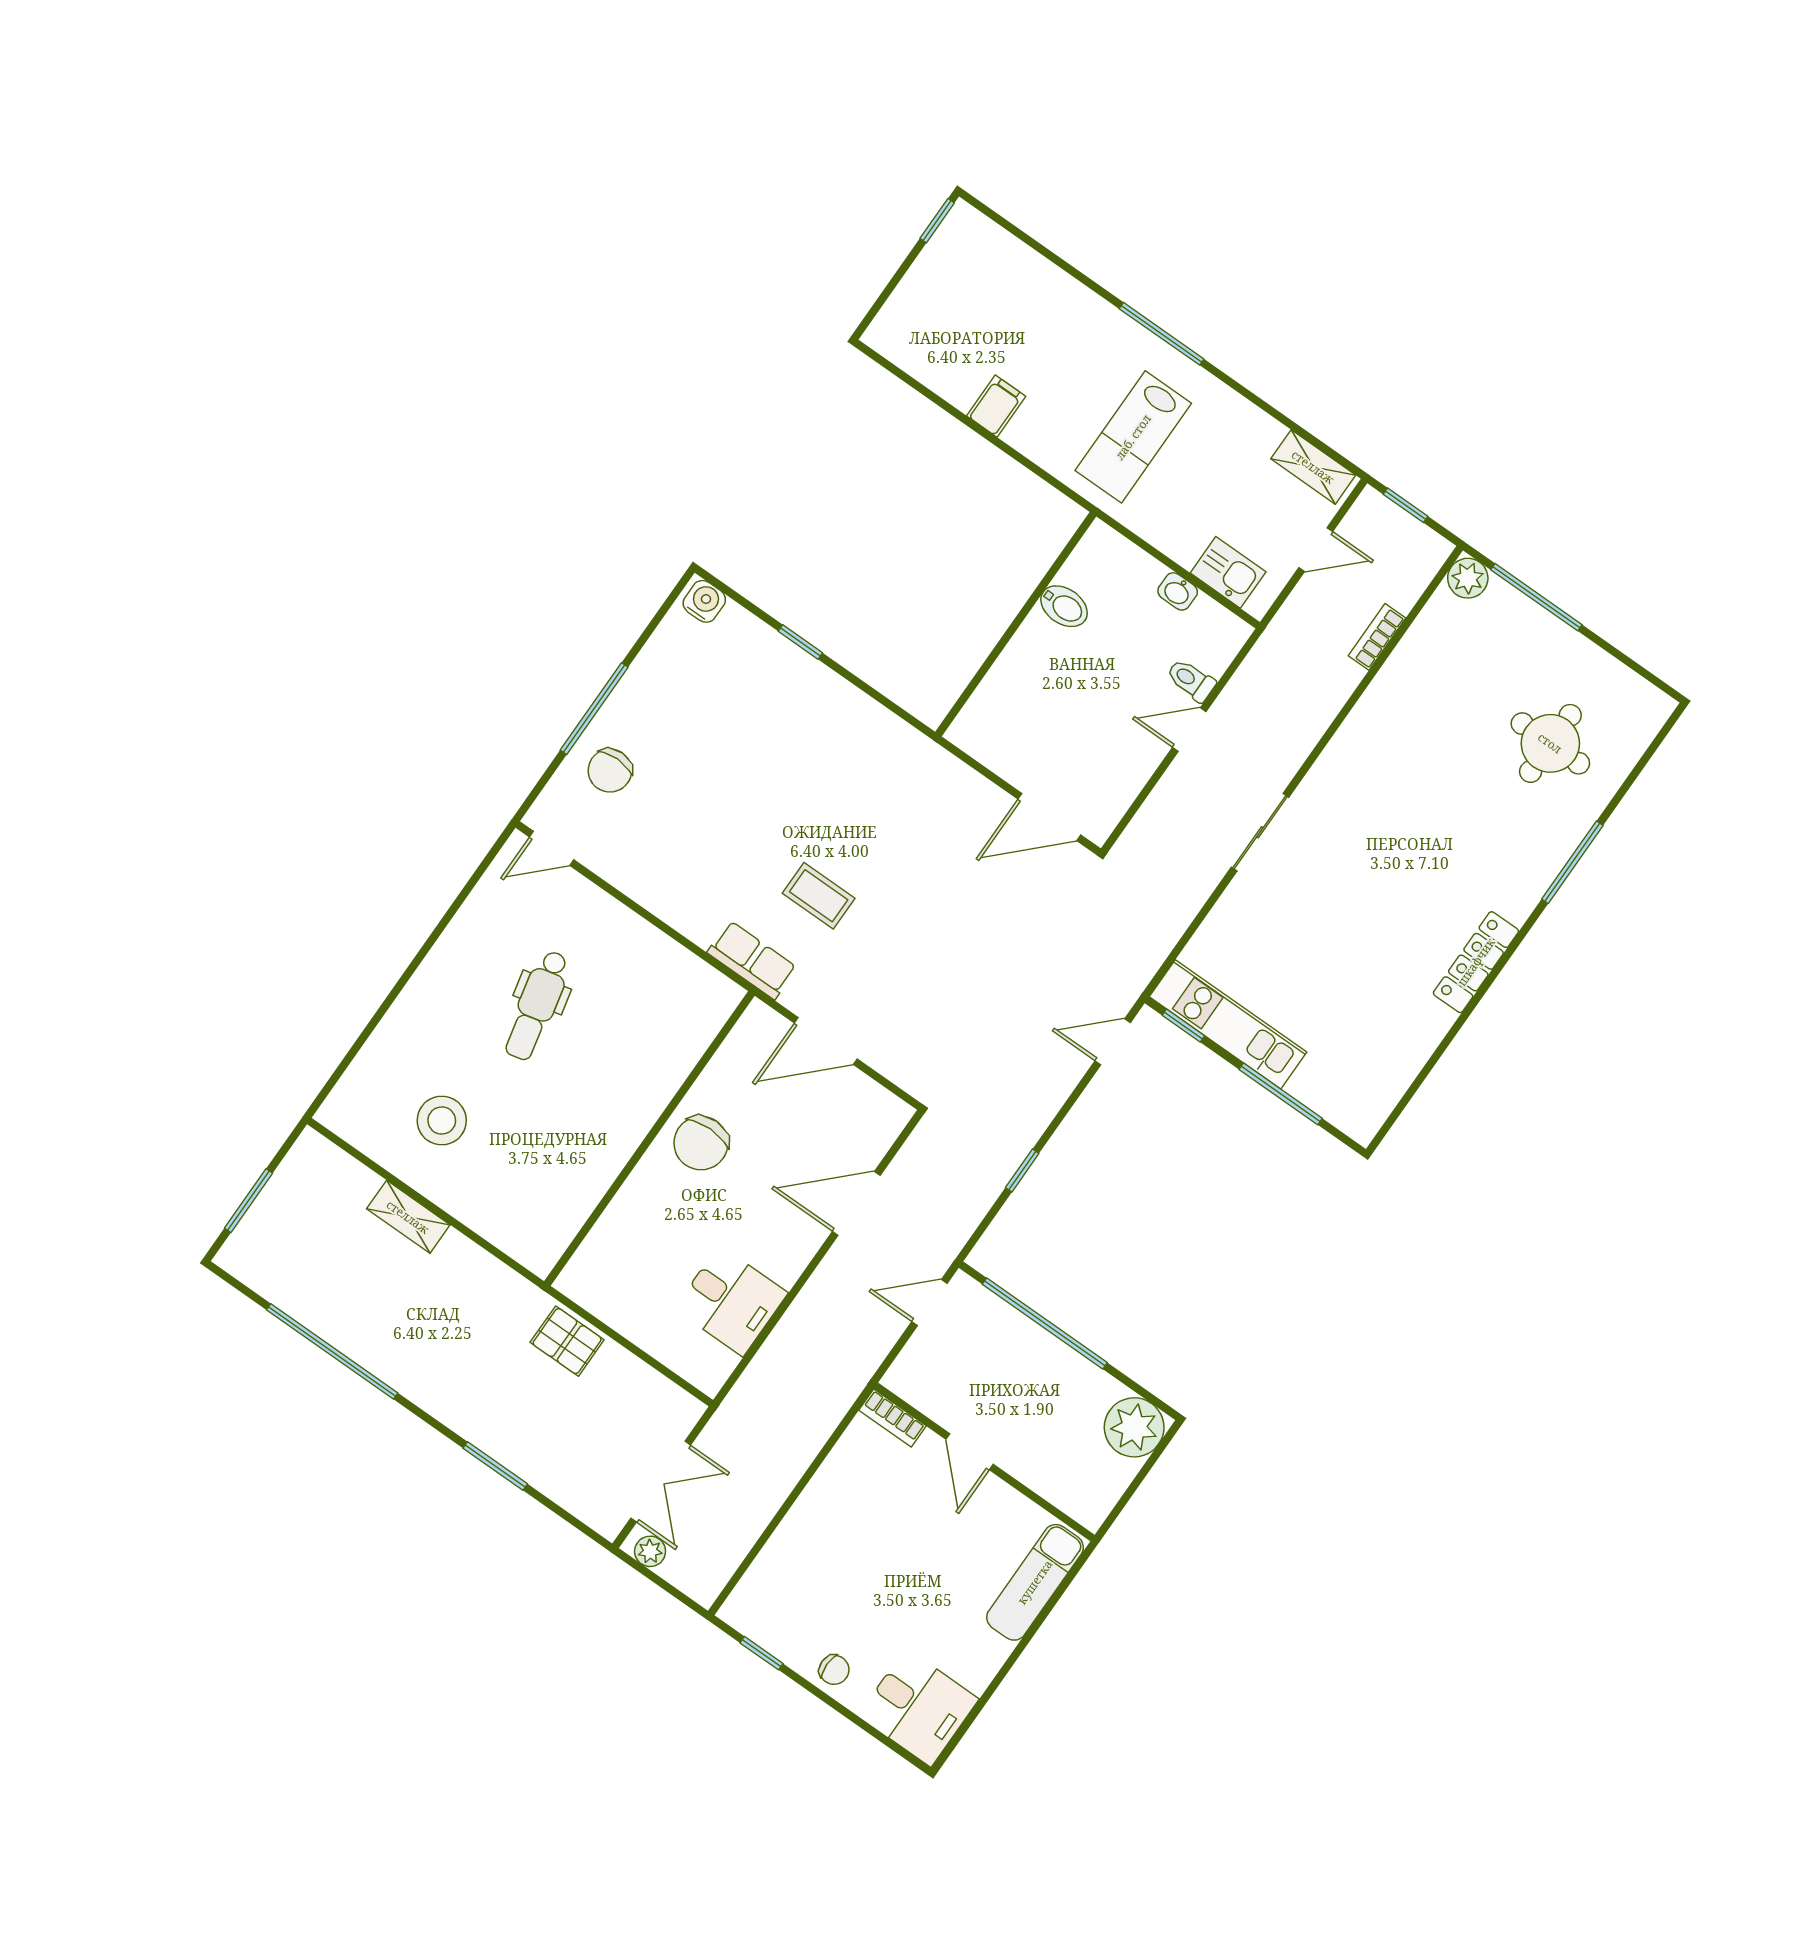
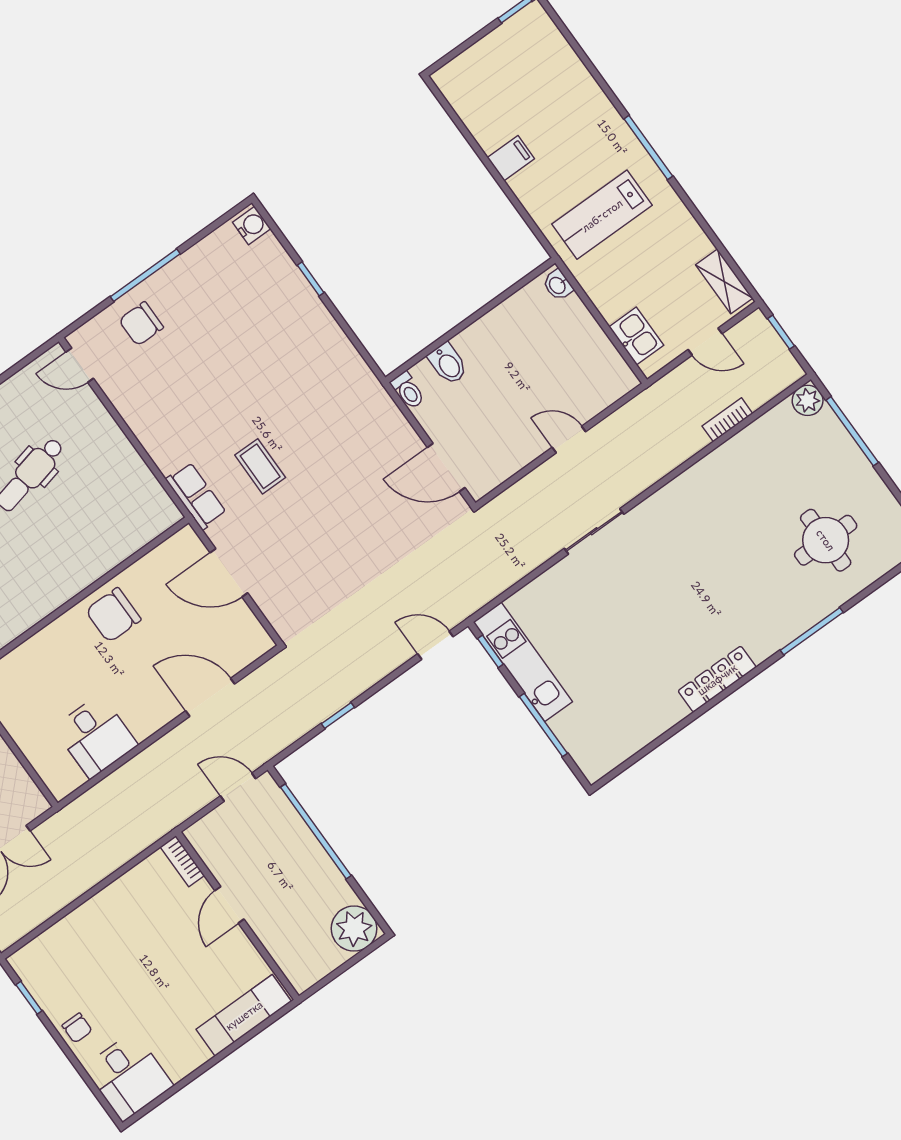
washbasin: (1178, 591) -> (558, 285), moved
bidet: (1064, 606) -> (448, 364), moved
toilet: (1191, 680) -> (408, 390), moved, turned 180

